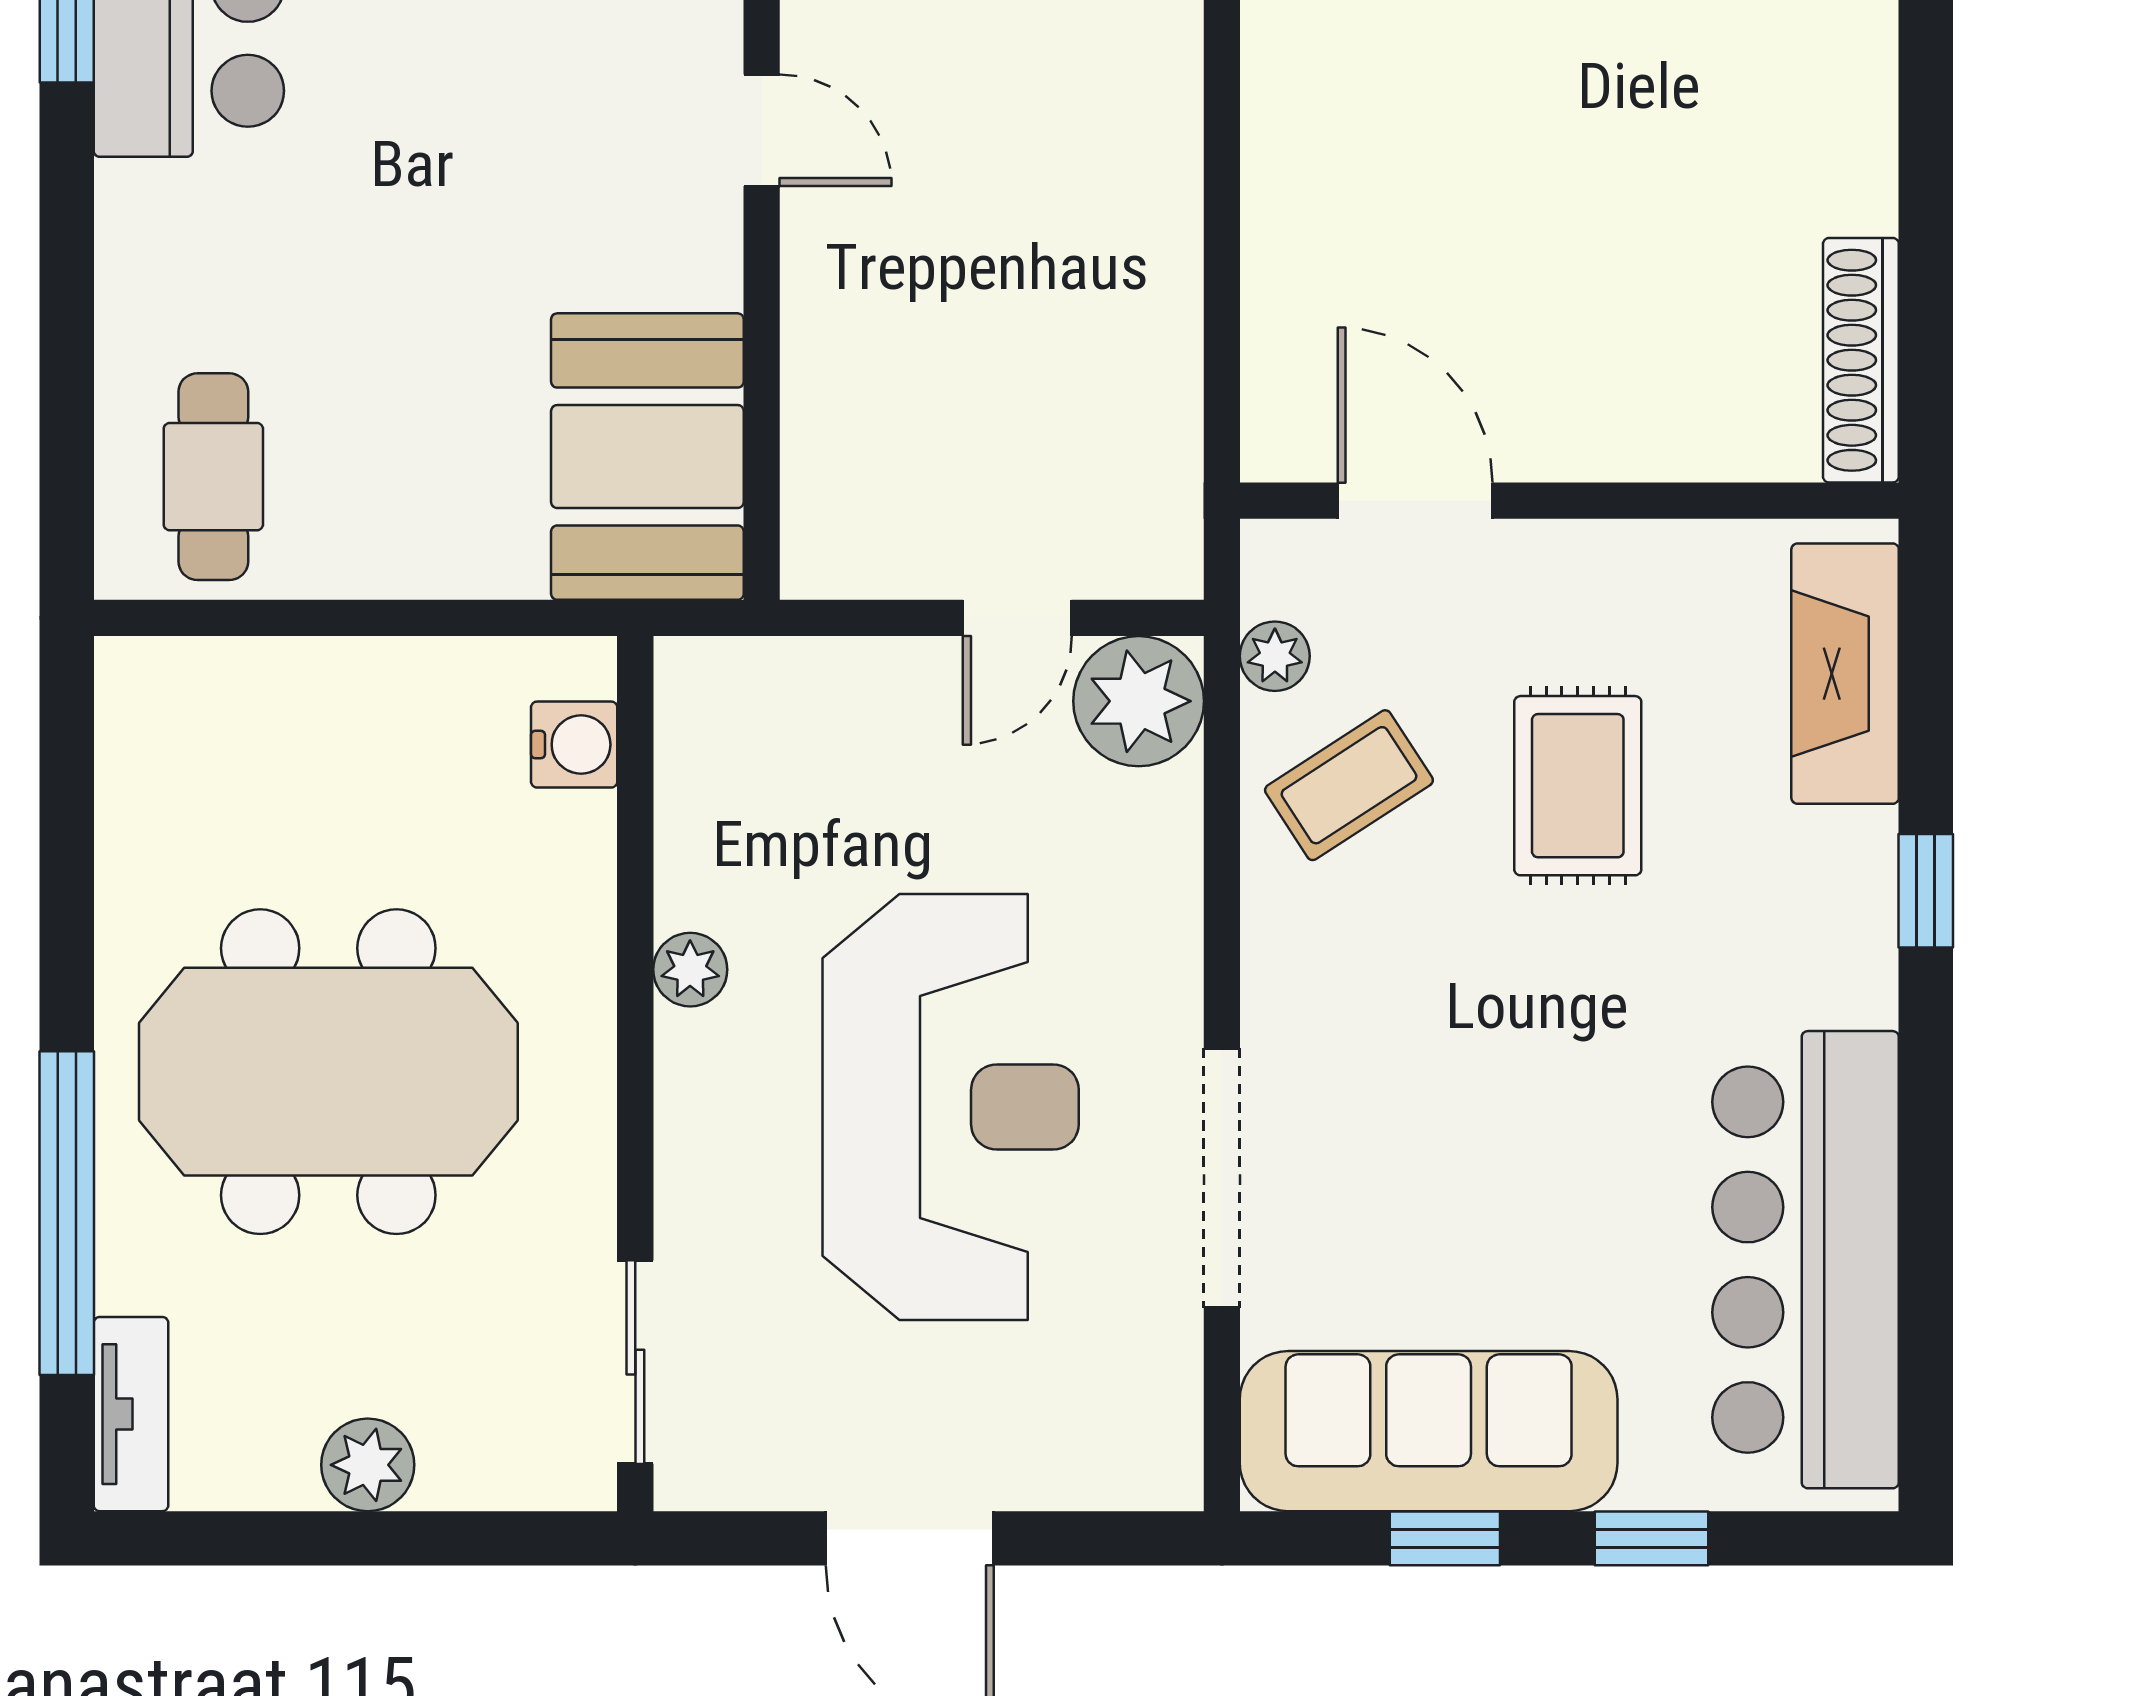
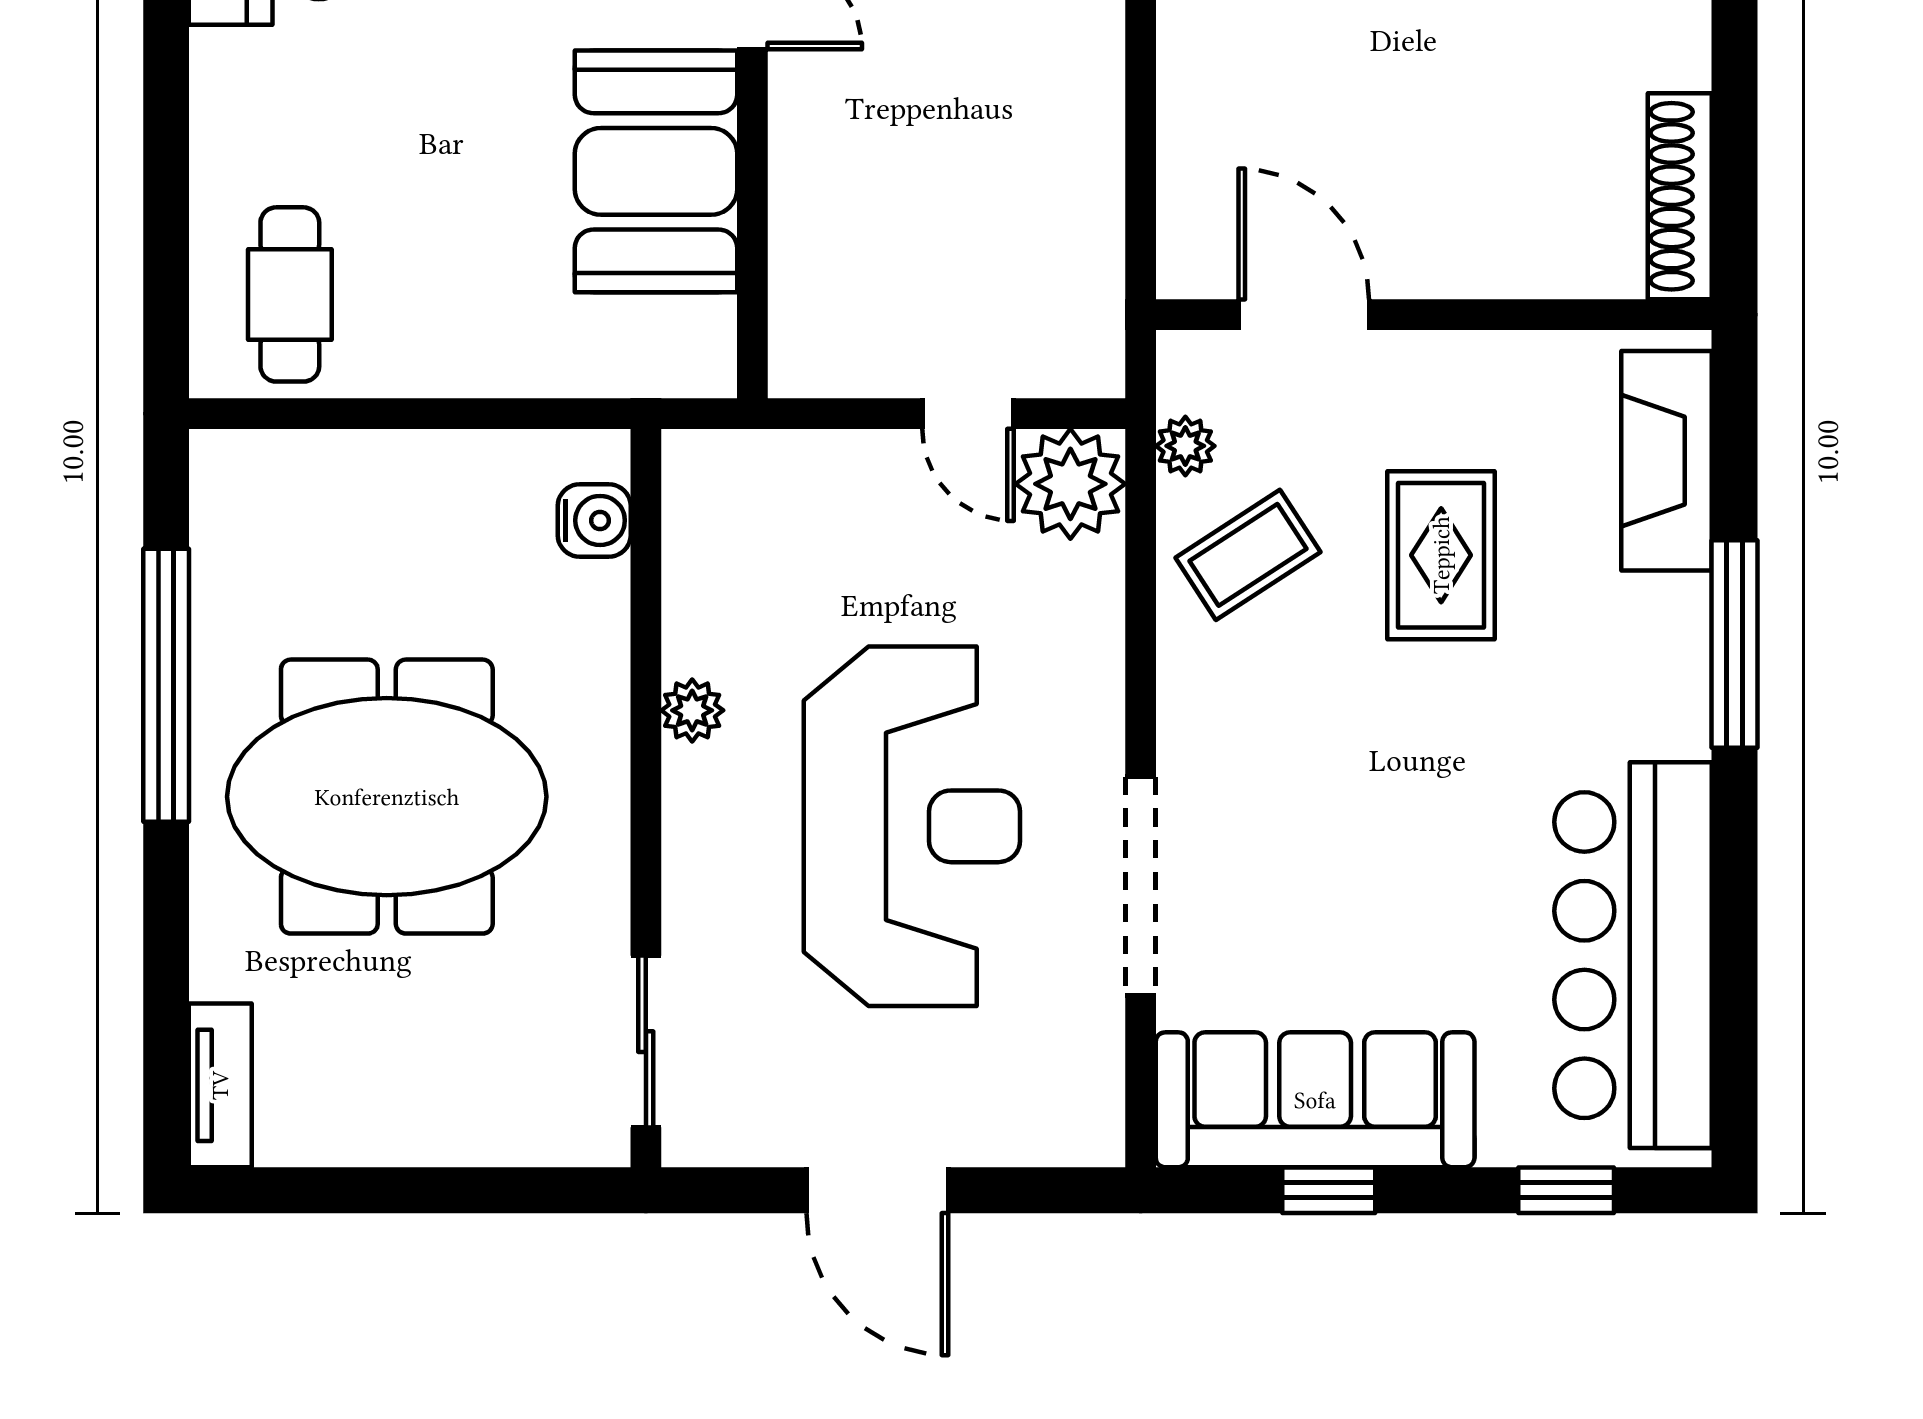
booth: (647, 457) -> (656, 171), moved
door: (1017, 618) -> (968, 414), hinge flipped
window: (1926, 891) -> (1735, 644), width x2.17
window: (67, 1213) -> (166, 685), moved
plant: (368, 1465) -> (420, 1128), removed
window: (1651, 1538) -> (1566, 1190), moved

